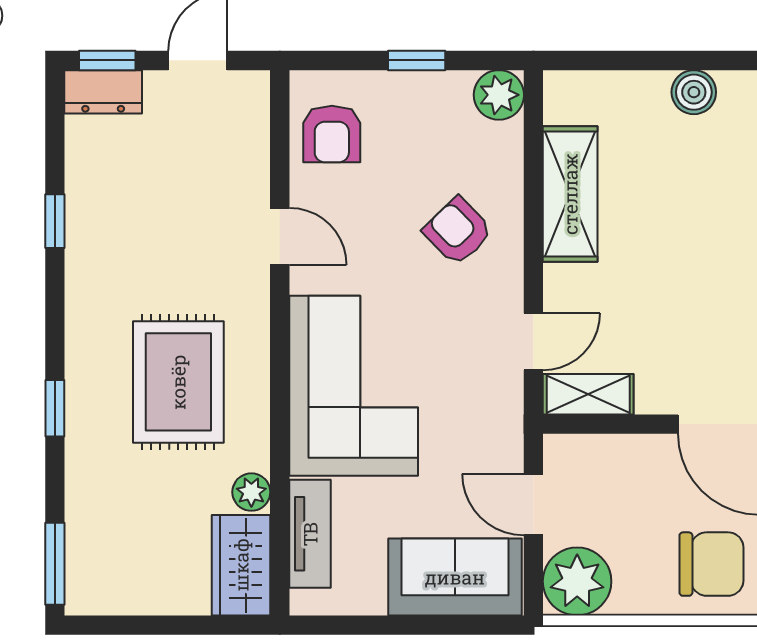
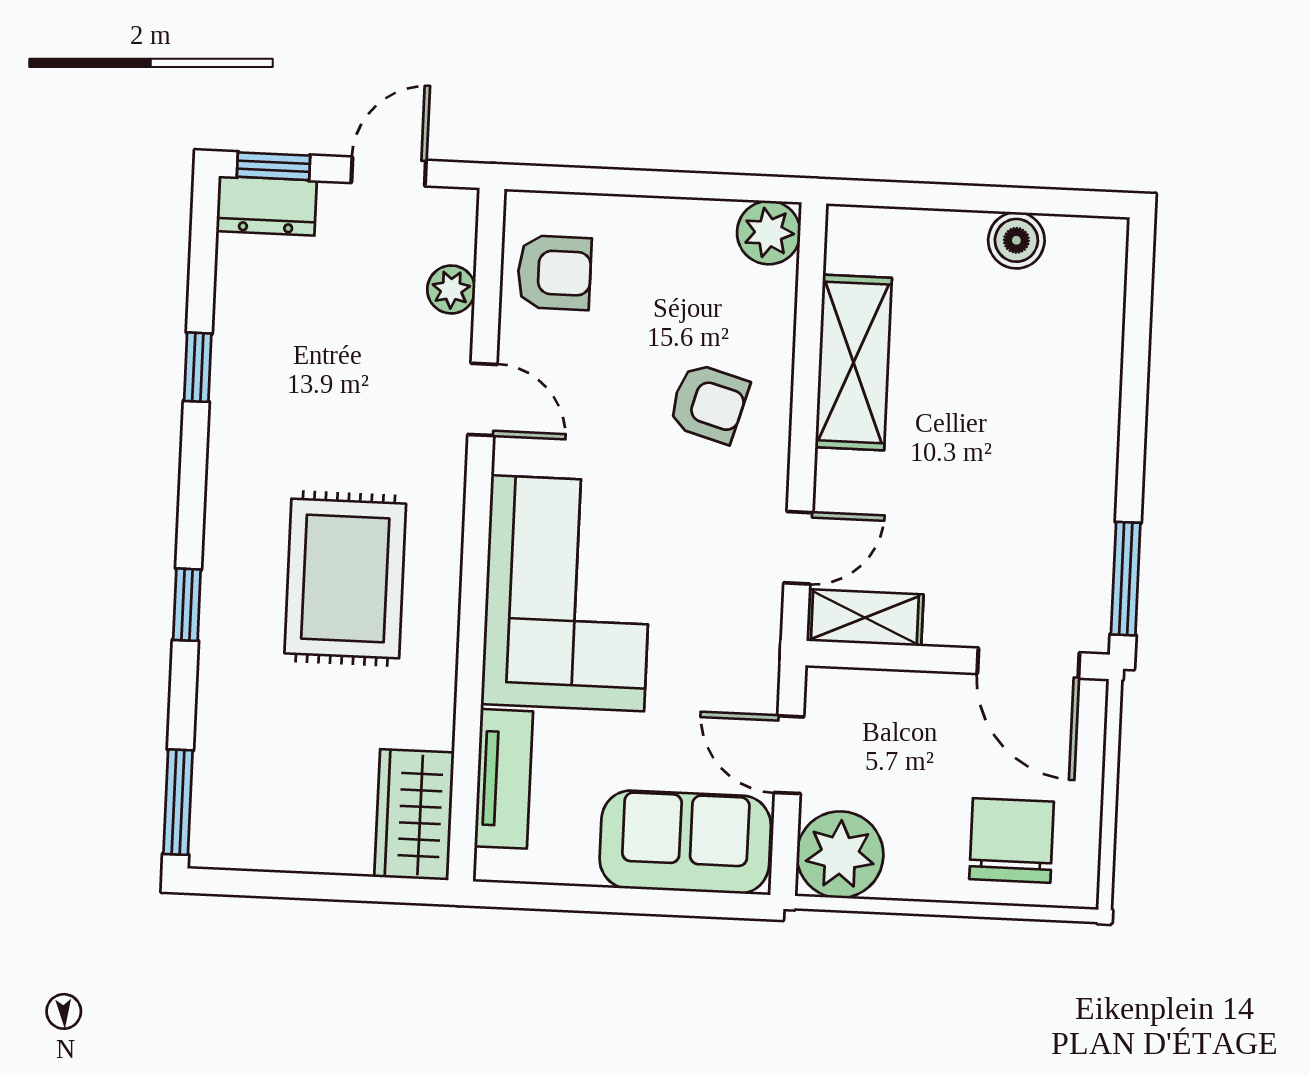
window: (417, 60) -> (666, 184), removed
armchair: (332, 134) -> (554, 273), turned -90
armchair: (458, 231) -> (709, 403), turned 150
plant: (251, 492) -> (451, 289), moved
chair: (711, 564) -> (1012, 840), turned -90

